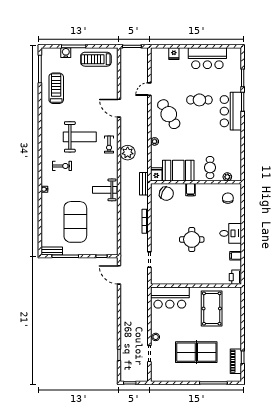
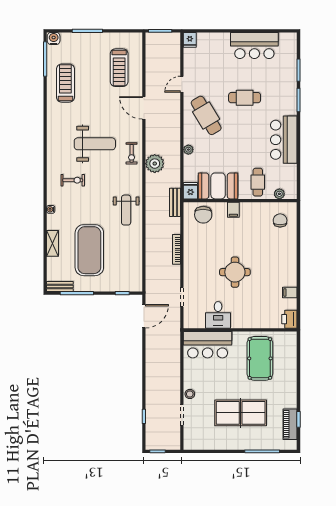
water cooler: (66, 53) -> (54, 38), moved
fridge: (174, 54) -> (190, 40), moved
treadmill: (96, 59) -> (119, 68), moved, turned -90
bar counter: (231, 111) -> (284, 140), moved
weight bench: (105, 190) -> (126, 210), turned -90
chair: (166, 194) -> (203, 215), turned 65
shelving: (46, 216) -> (53, 243), added
desk: (231, 233) -> (218, 315), moved, turned 90
door: (119, 275) -> (144, 316), swing flipped

